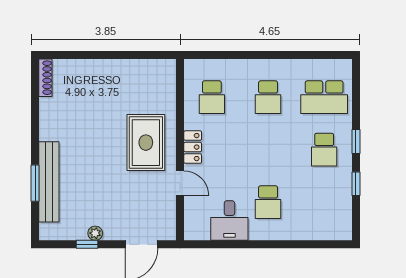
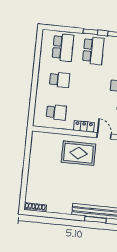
school desk: (324, 150) -> (93, 51), width x1.85
door: (180, 183) -> (104, 136), hinge flipped

